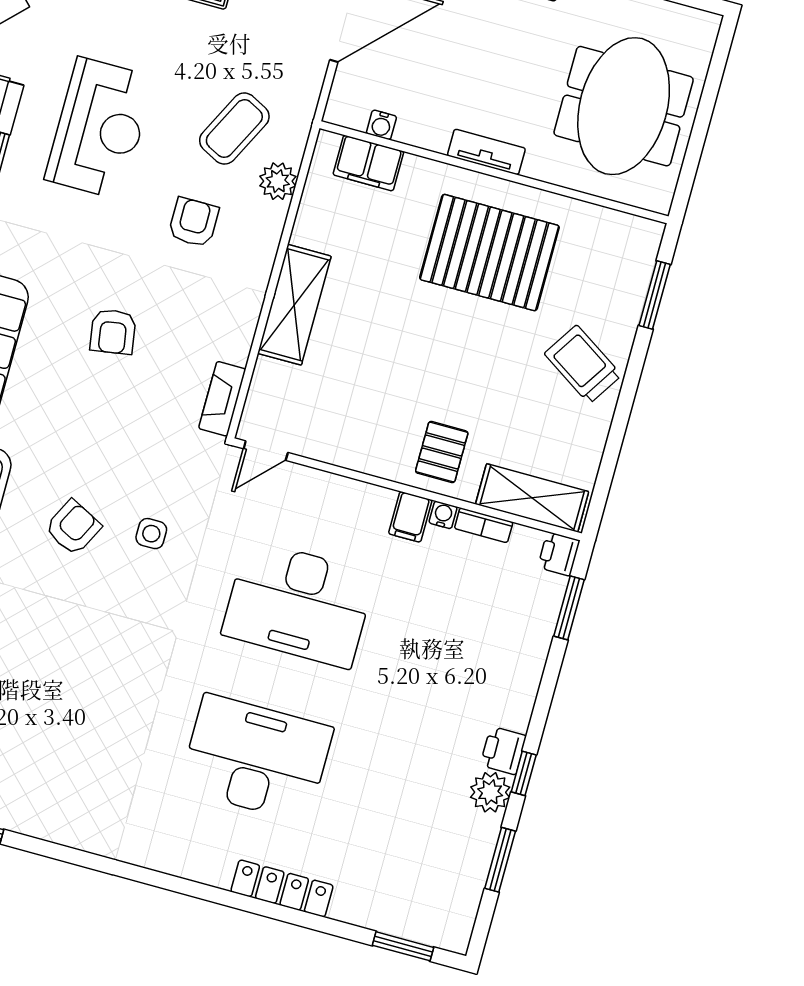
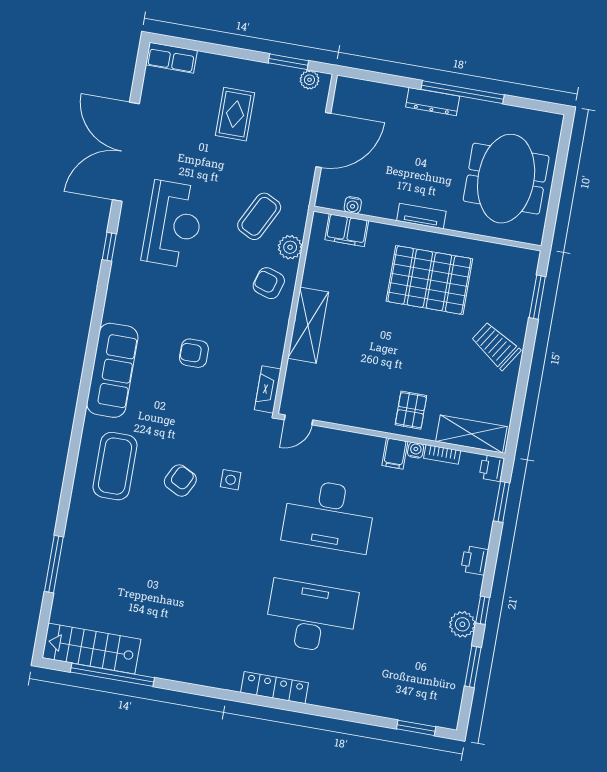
armchair: (193, 222) -> (269, 283), moved, turned -73
armchair: (113, 332) -> (194, 353), turned 99
printer: (503, 751) -> (475, 560), moved
locker: (282, 888) -> (275, 688), moved

